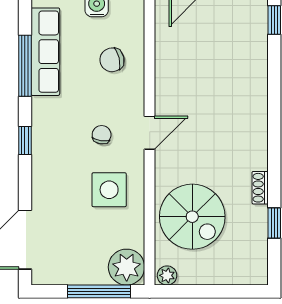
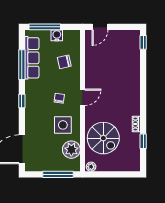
plant: (127, 267) -> (71, 150), moved

